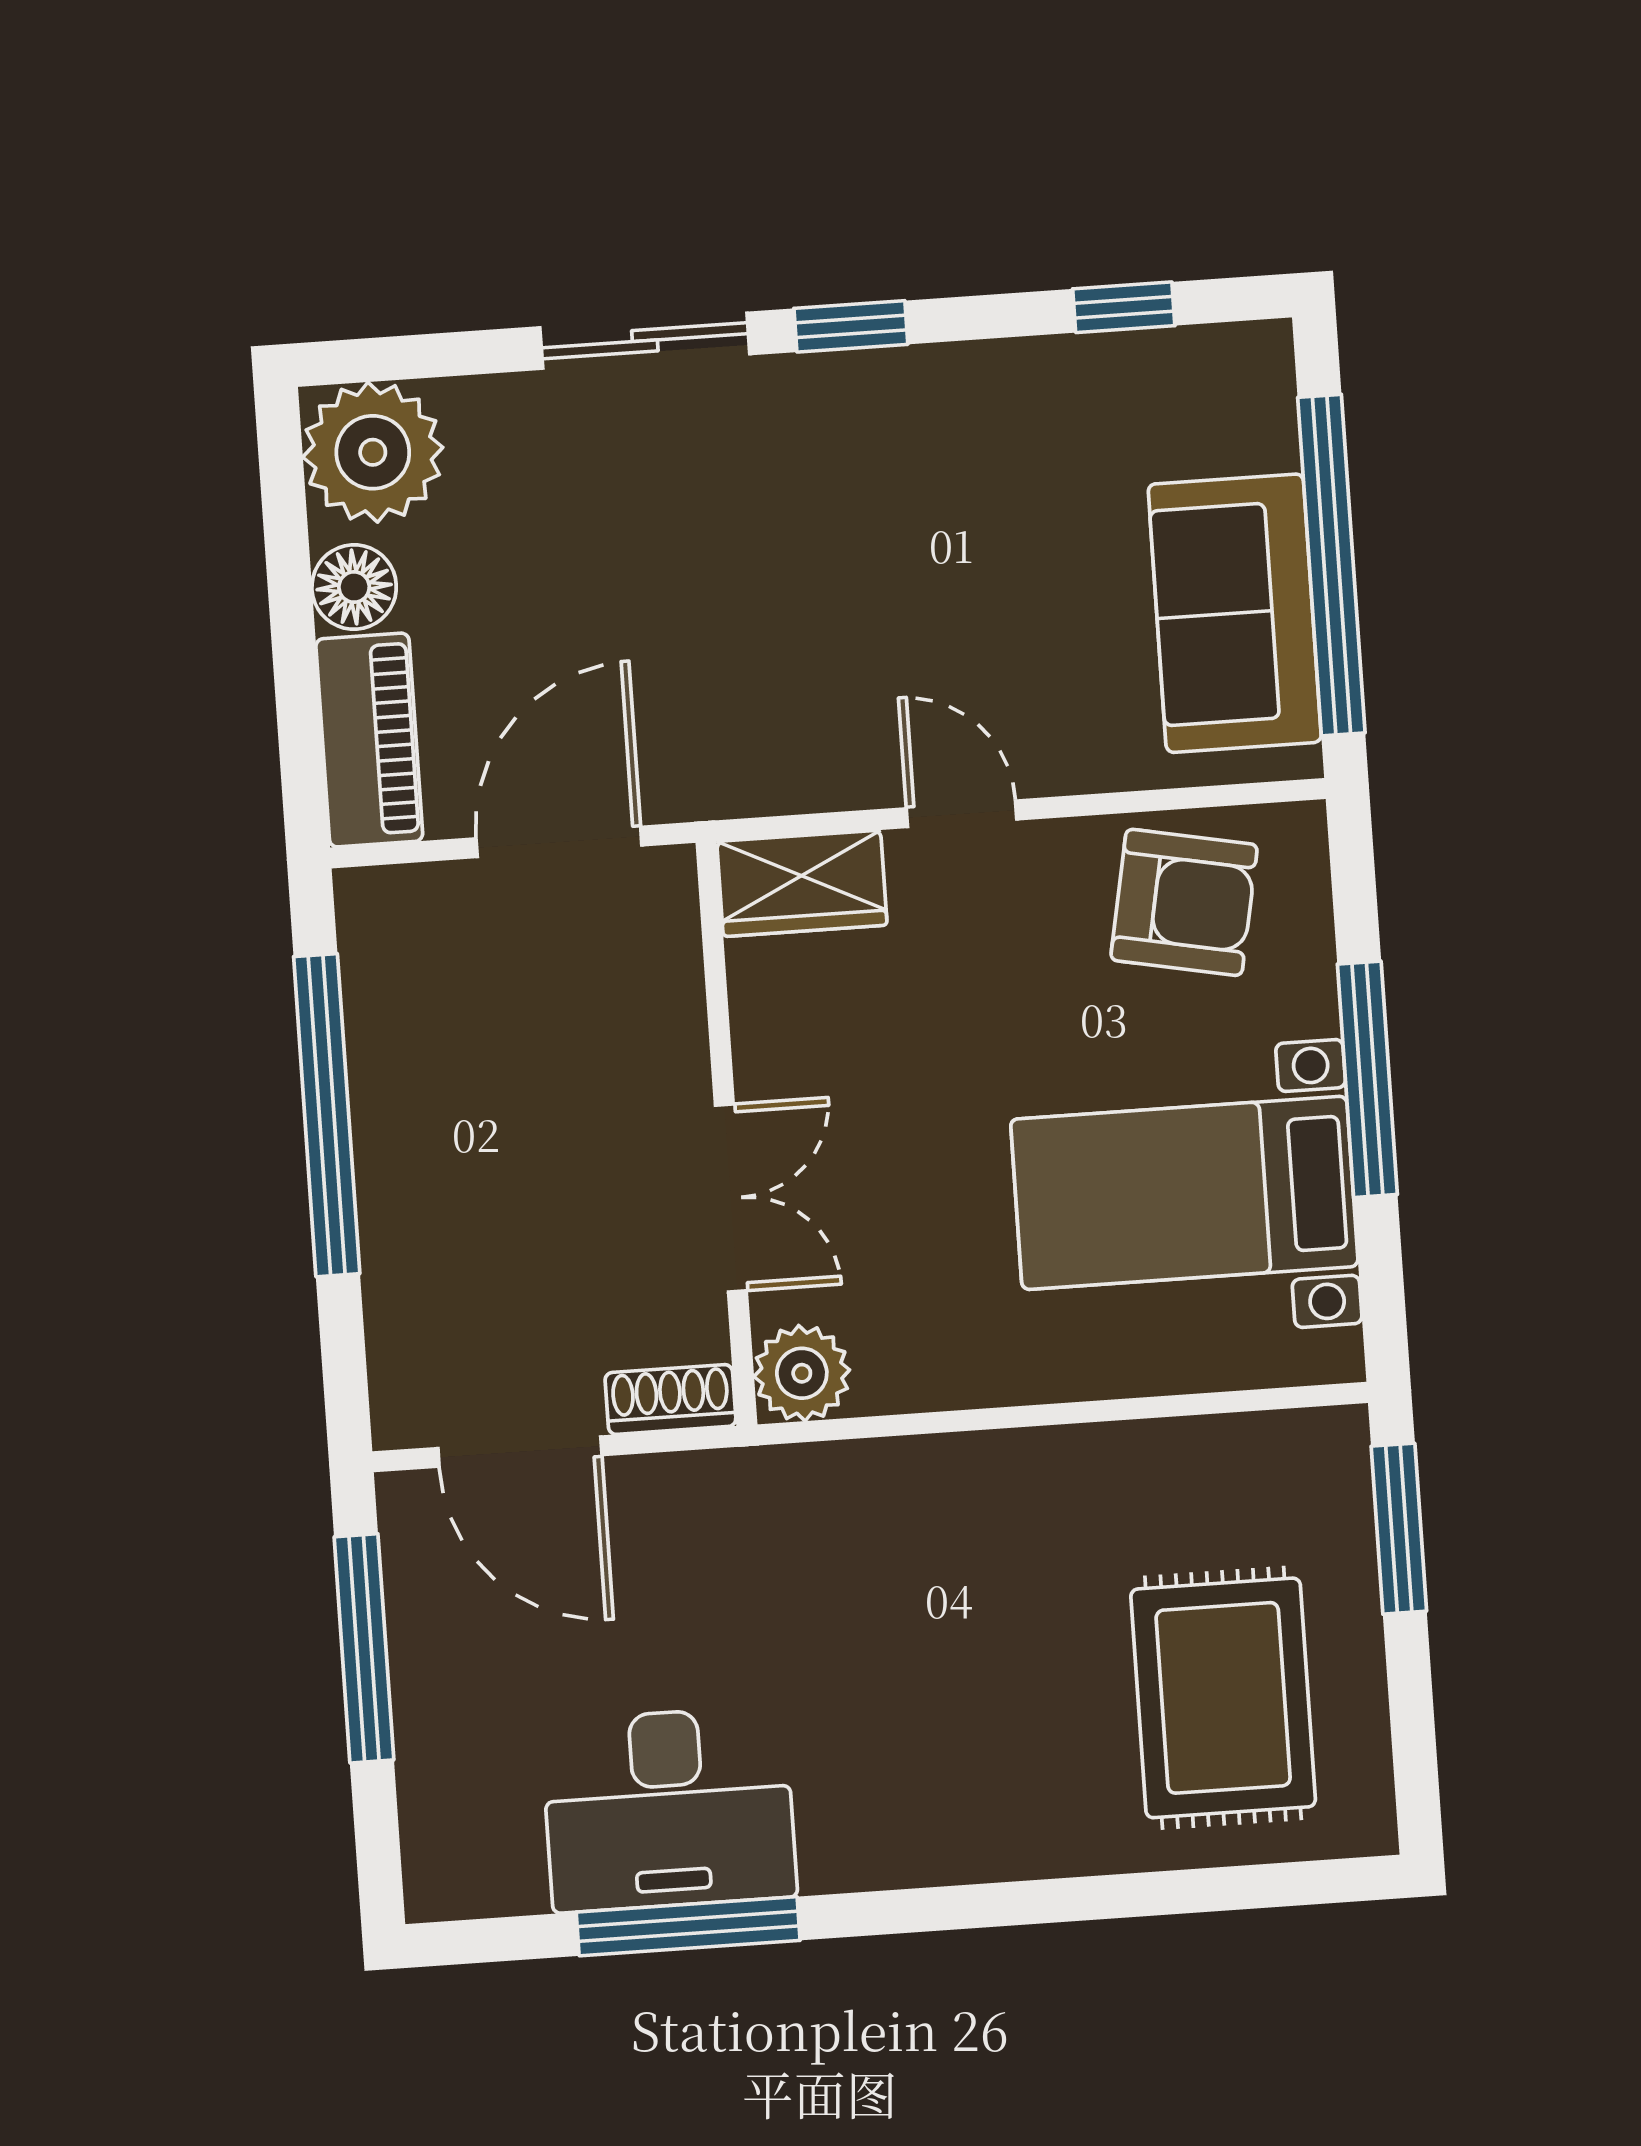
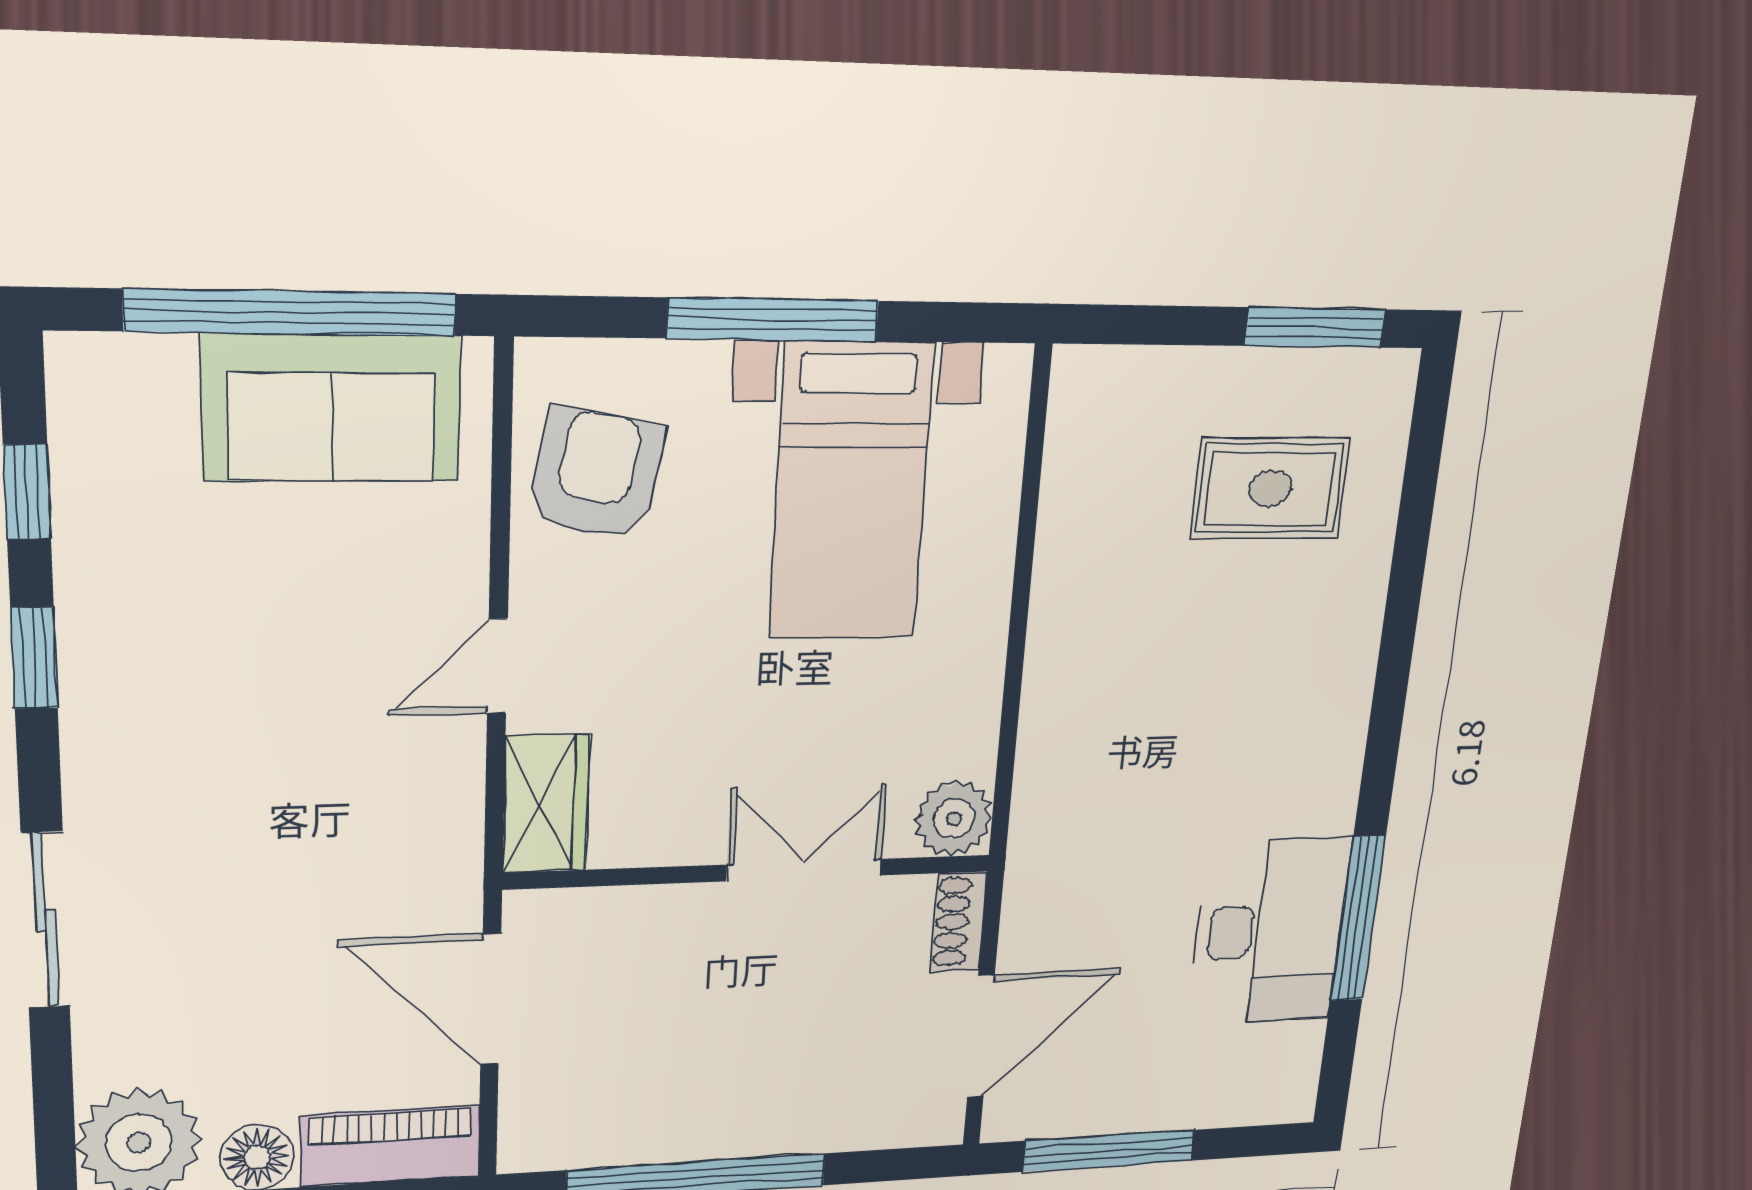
window: (851, 326) -> (34, 658), moved
window: (1399, 1529) -> (1315, 328), moved
rug: (1223, 1698) -> (1270, 488), width x0.73, depth x0.70

